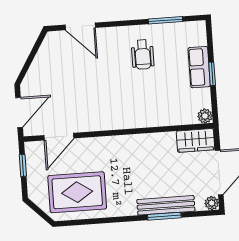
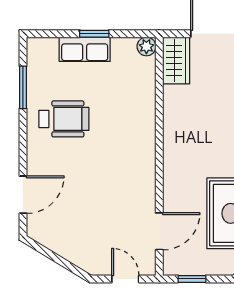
wheelchair: (143, 55) -> (64, 119), width x1.36, depth x1.37
door: (19, 112) -> (125, 279), width x0.73
door: (59, 137) -> (159, 231), hinge flipped

